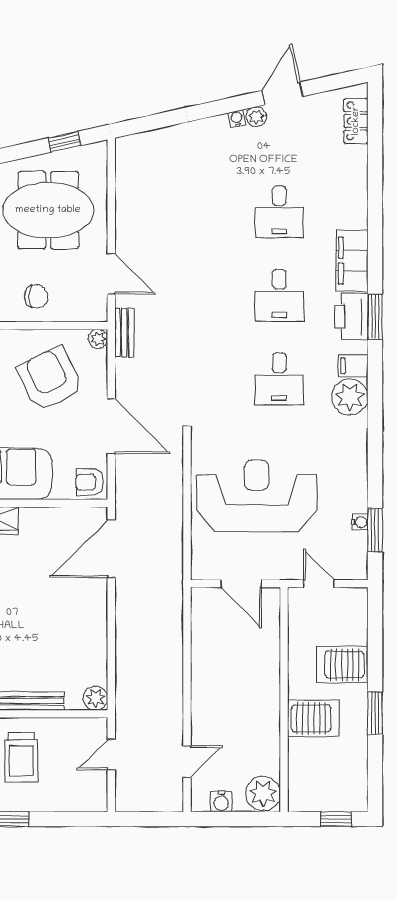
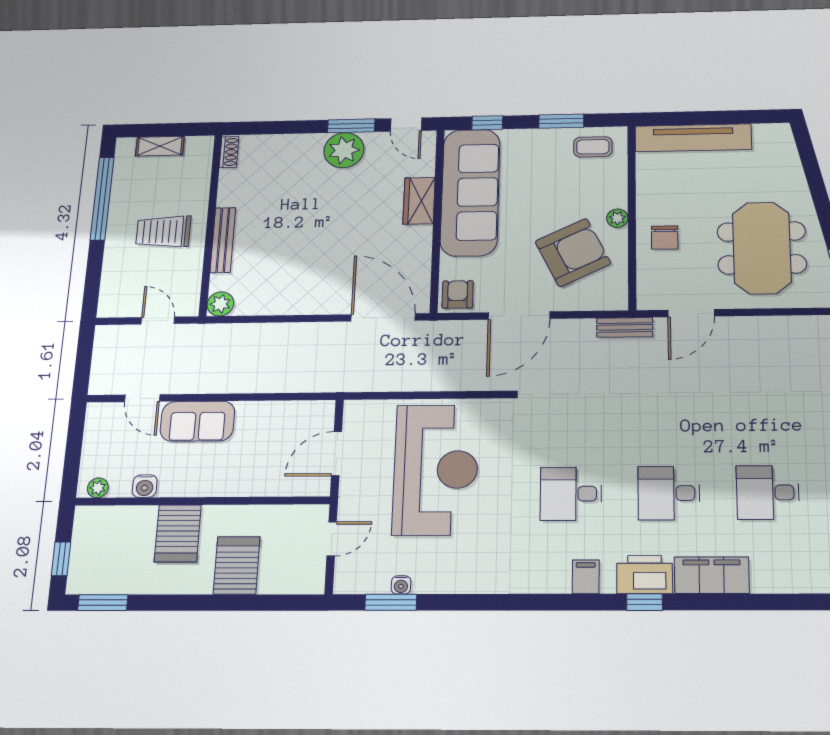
window: (375, 317) -> (645, 602), width x0.67
plant: (98, 339) -> (617, 218), moved
plant: (350, 397) -> (549, 573), removed
sofa: (209, 710) -> (197, 421), added
window: (375, 713) -> (103, 603), moved
plant: (263, 793) -> (98, 488), width x0.53, depth x0.53
water cooler: (221, 801) -> (145, 486), moved, turned -90

